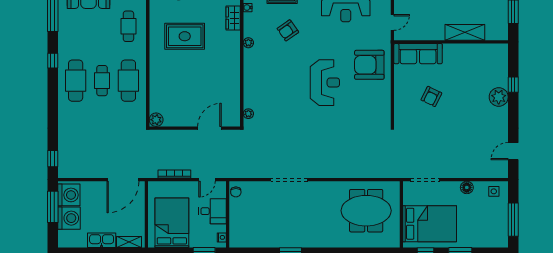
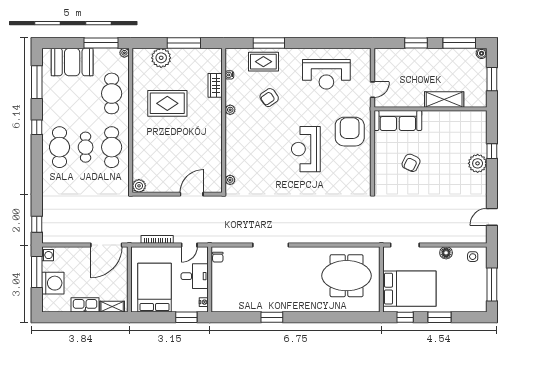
cafe table: (128, 26) -> (112, 93), width x1.37, depth x1.35
armchair: (369, 65) -> (350, 132), turned 90
reception desk: (325, 83) -> (306, 149), turned 180
washing machine: (69, 195) -> (48, 255), width x0.53, depth x0.53

